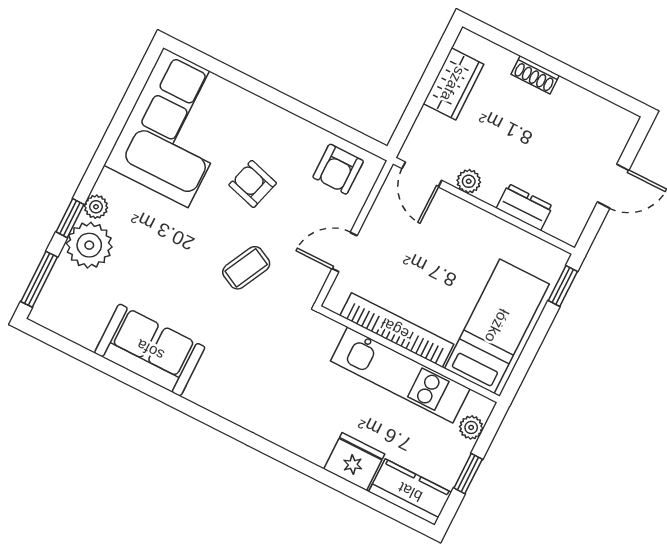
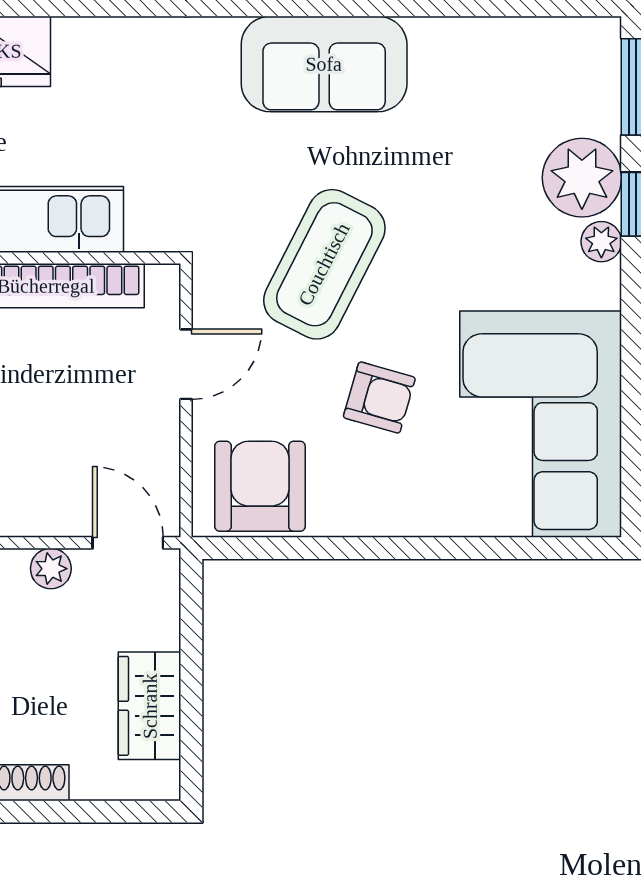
armchair: (338, 169) -> (260, 486), width x1.38, depth x1.38
coffee table: (246, 268) -> (324, 264), width x1.86, depth x1.72
sofa: (150, 350) -> (324, 64), moved

